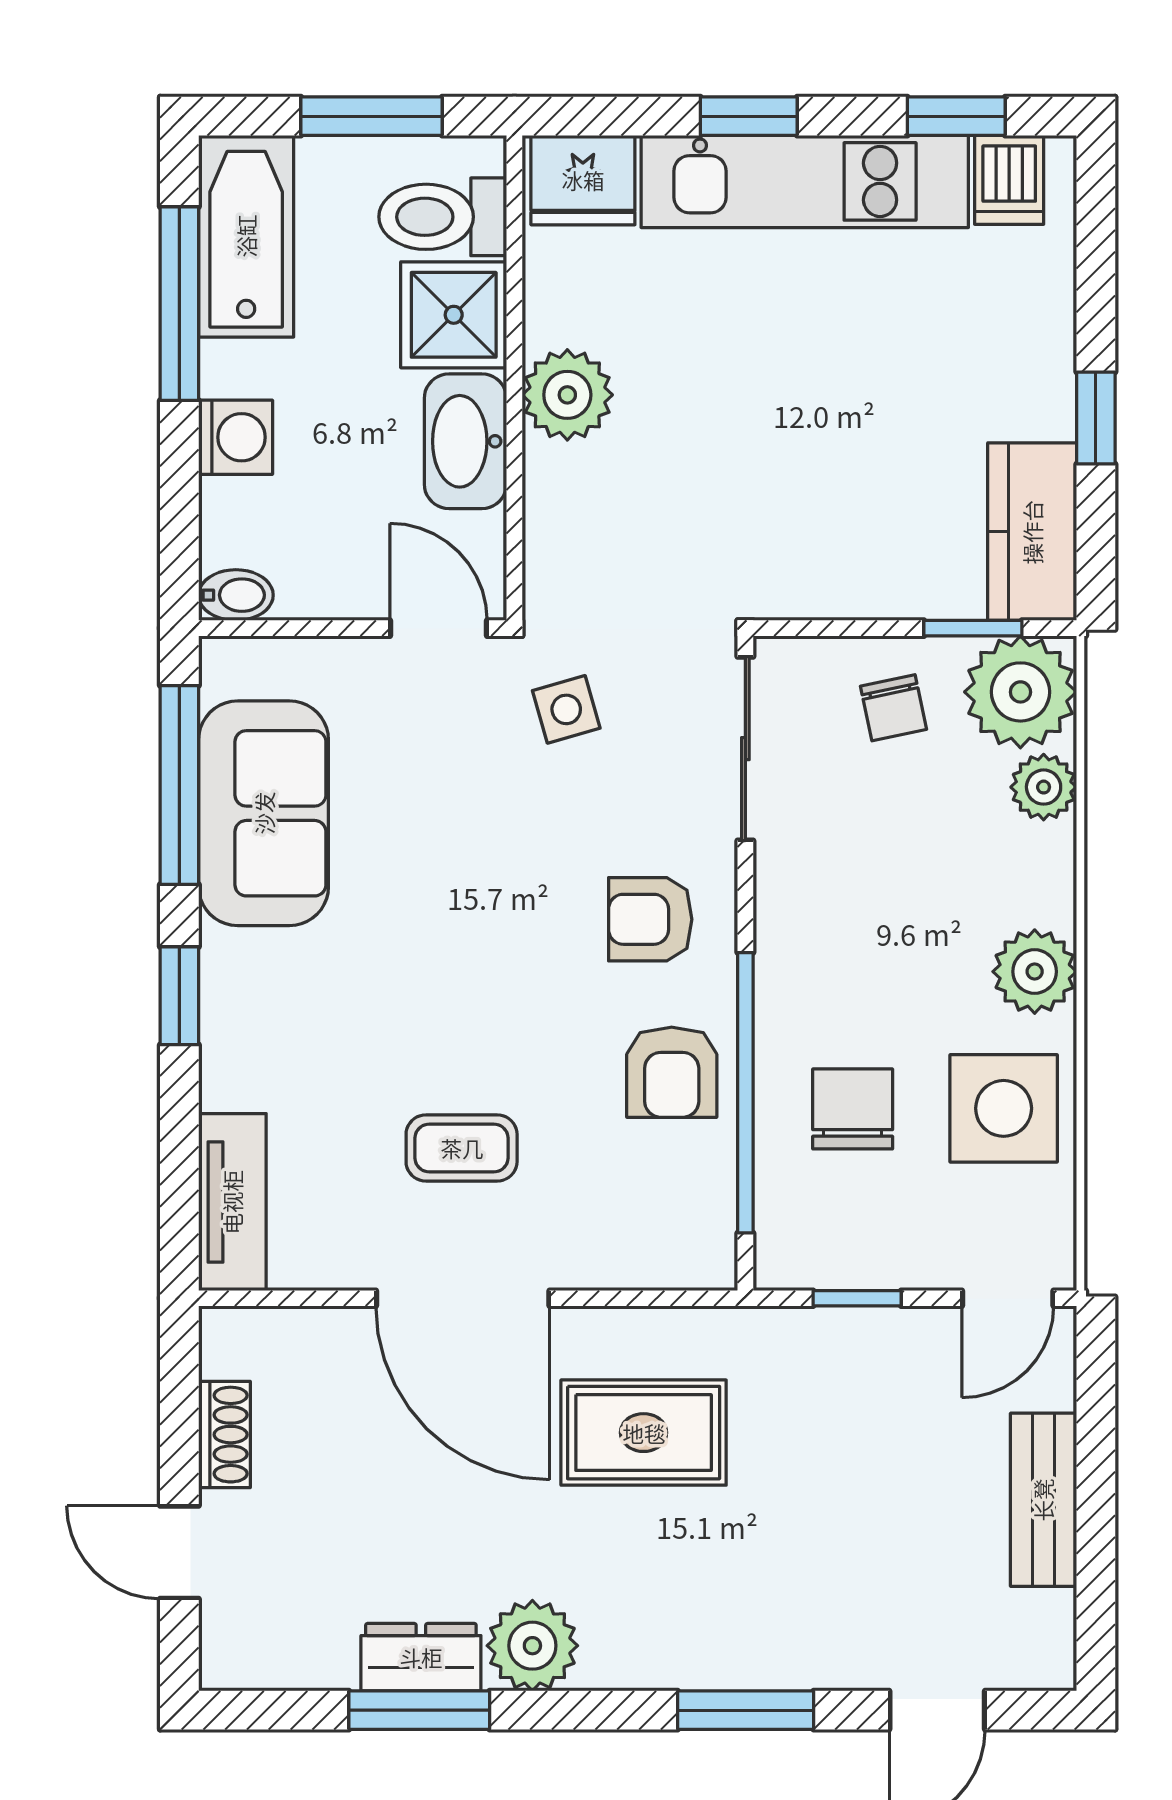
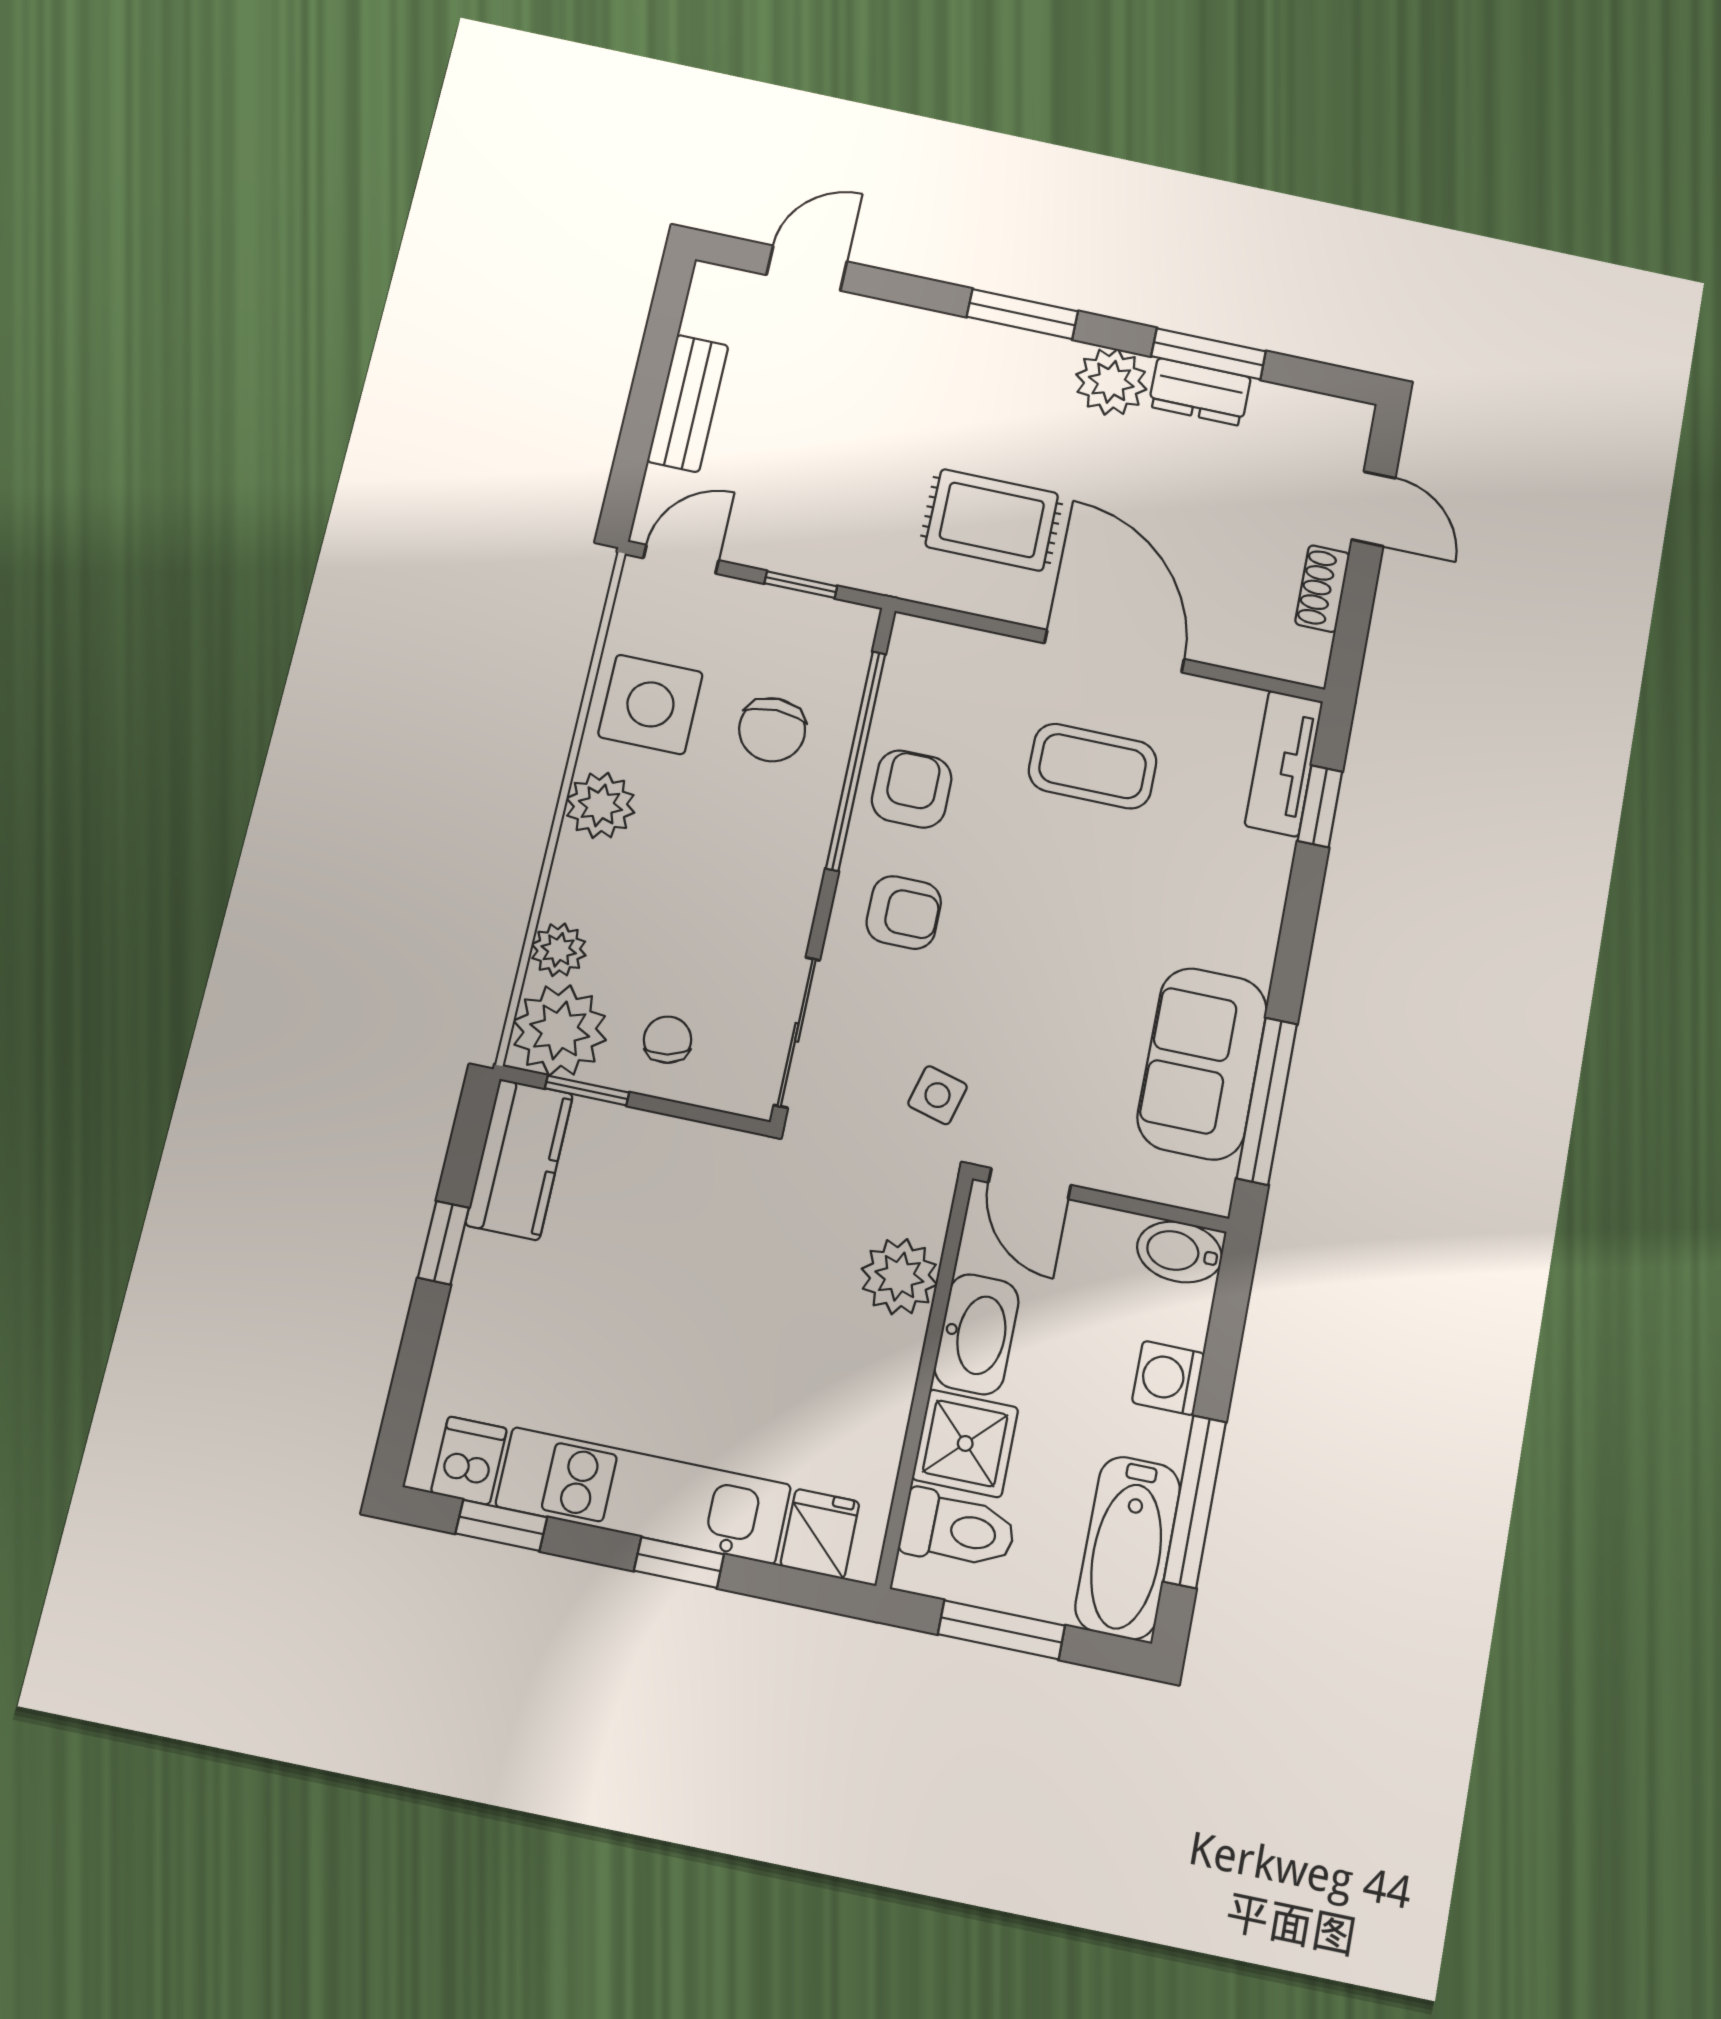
fridge: (583, 180) -> (820, 1534), width x0.72
plant: (567, 395) -> (899, 1277), moved
bidet: (236, 595) -> (1180, 1252), width x1.38, depth x1.36
side table: (566, 709) -> (938, 1095), turned 31
window: (179, 996) -> (1320, 806), moved
coffee table: (462, 1148) -> (1093, 766), width x1.36, depth x1.30
window: (746, 1710) -> (1022, 314), moved

